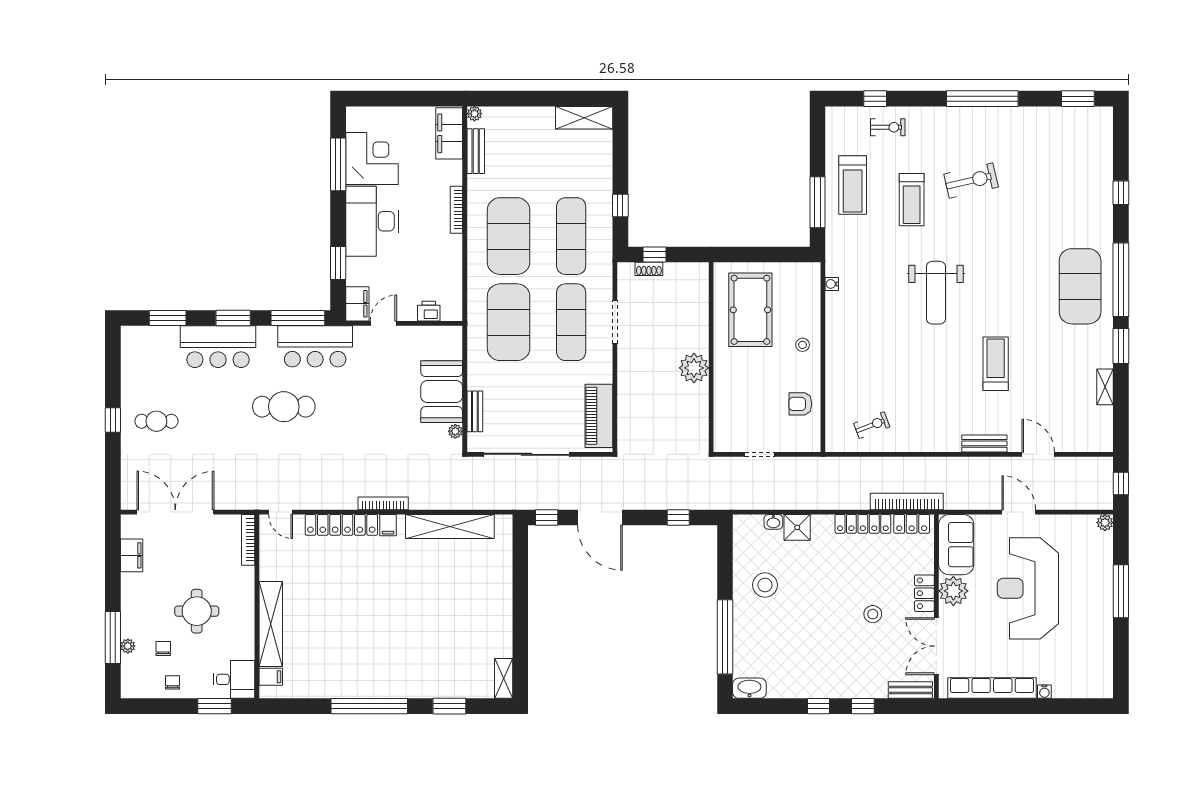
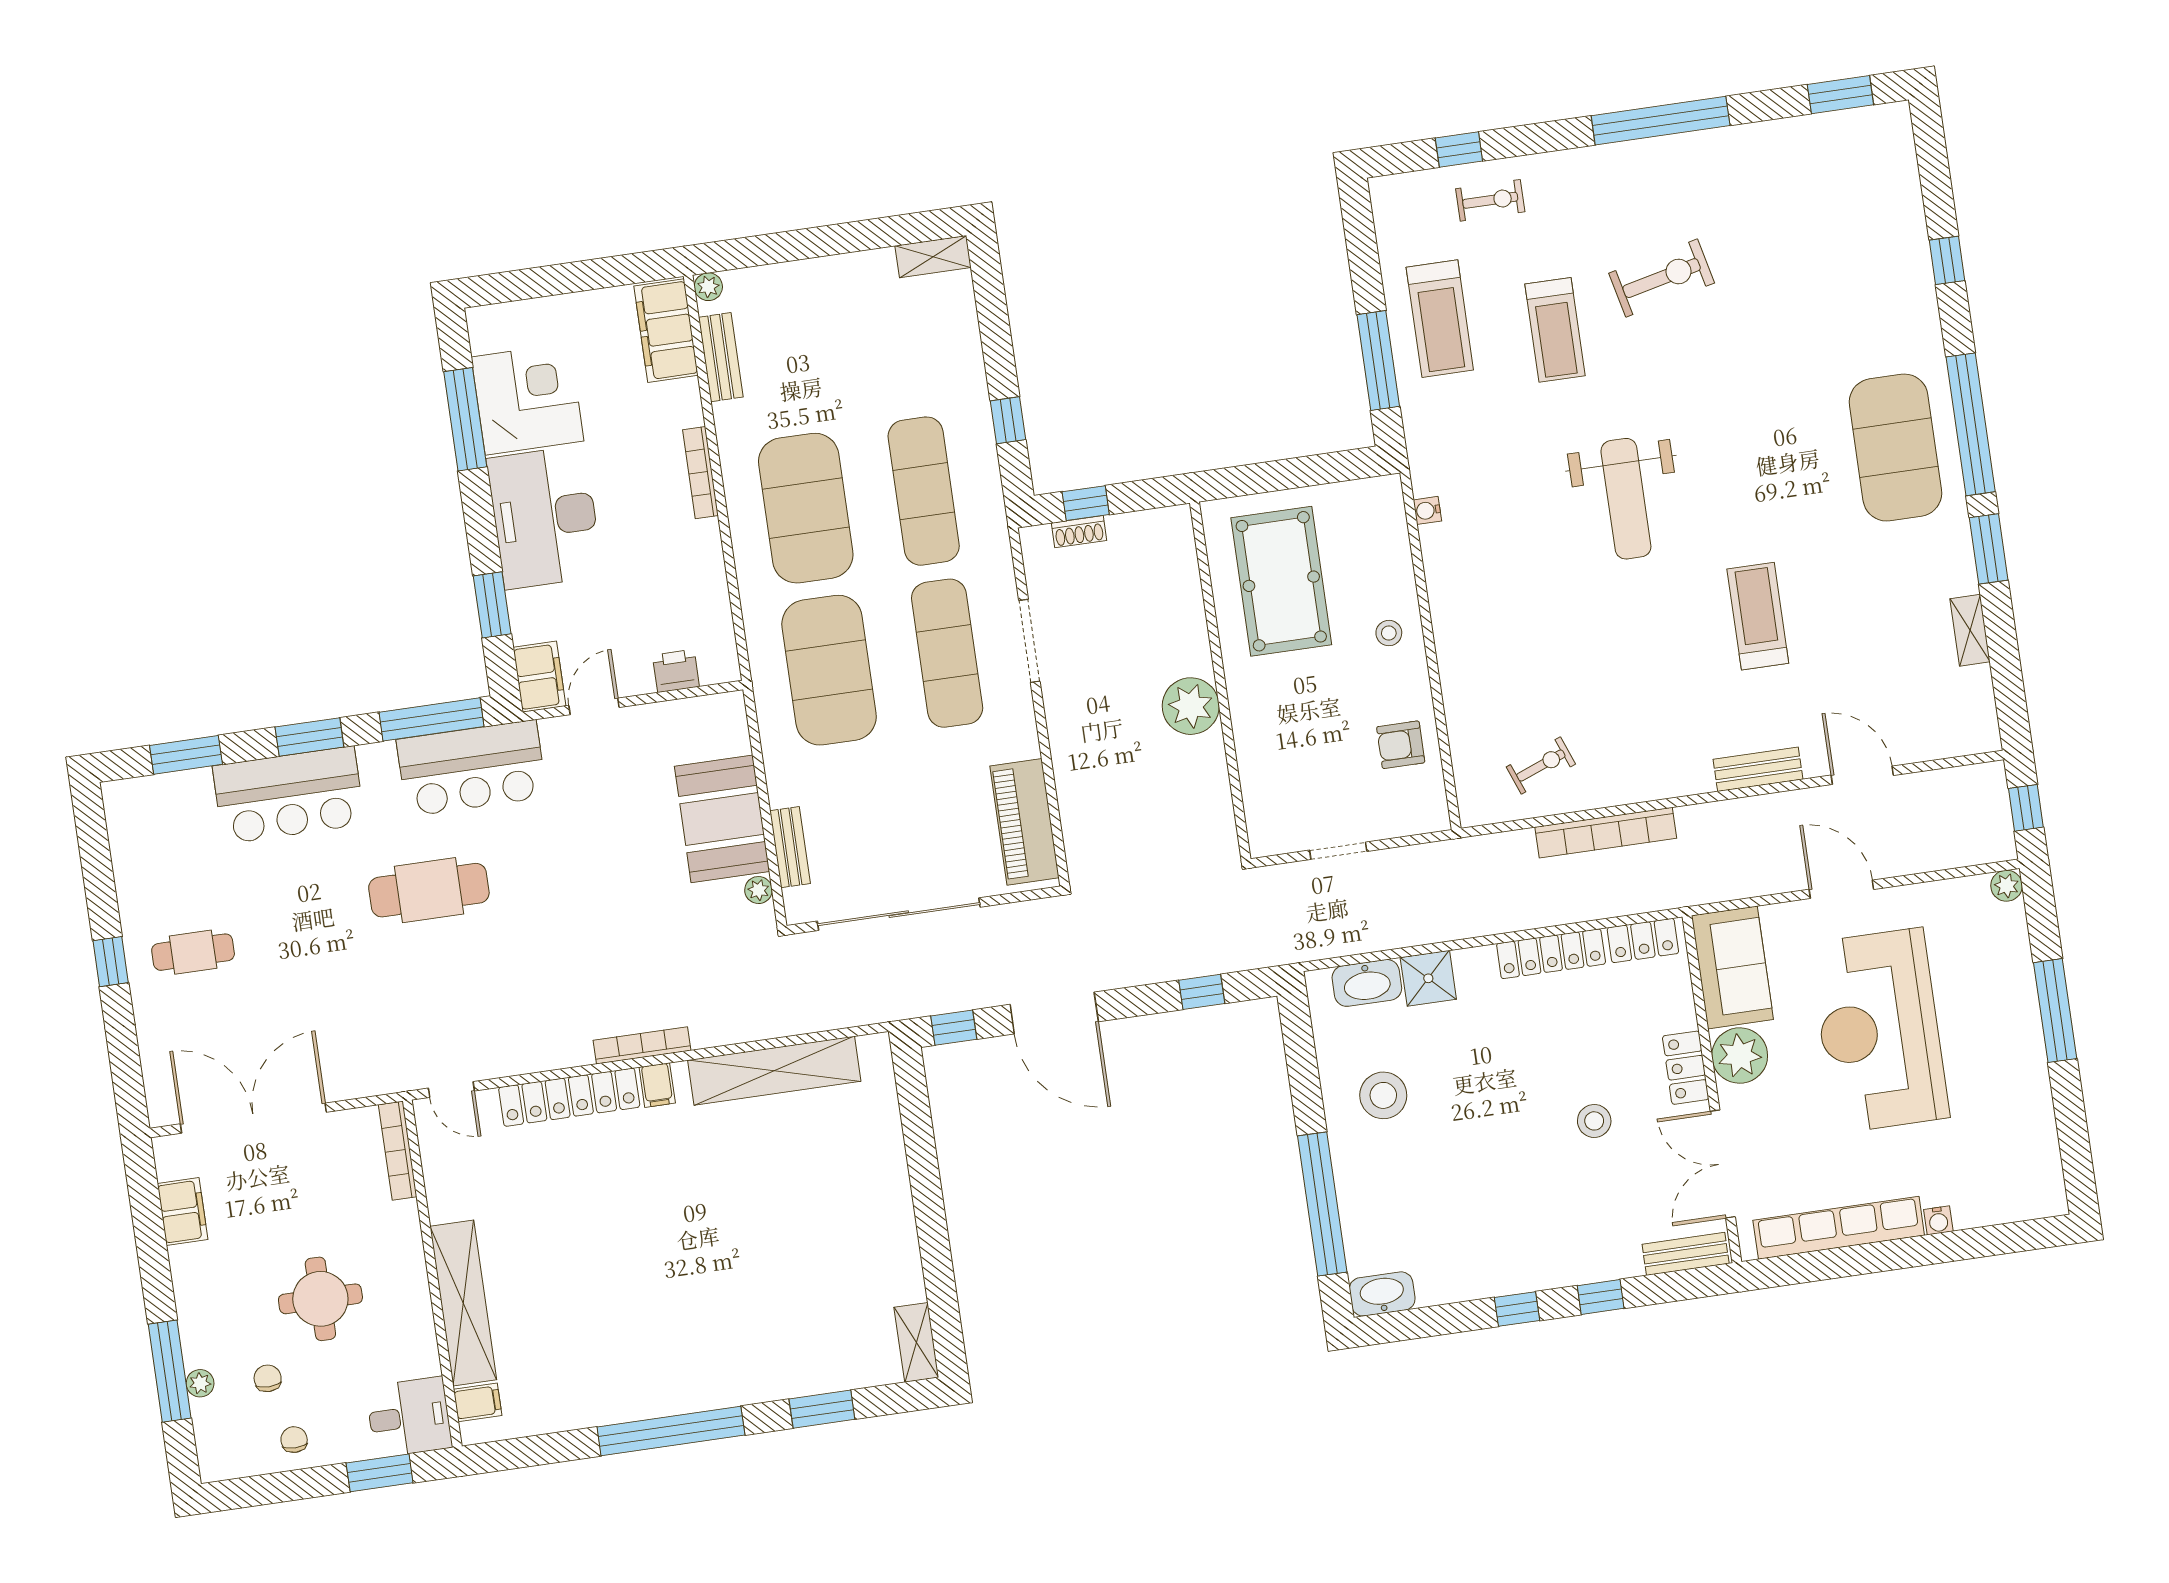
shelving: (584, 118) -> (933, 257), width x0.67, depth x0.75
bookcase: (907, 501) -> (1606, 833), moved, turned 180
washbasin: (773, 522) -> (1367, 983), width x1.91, depth x1.45

